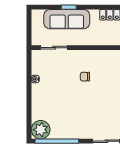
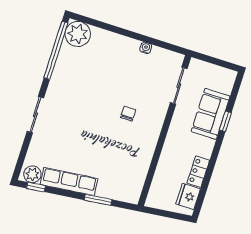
sofa: (67, 19) -> (211, 114), width x0.73

